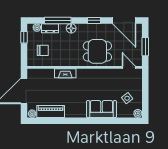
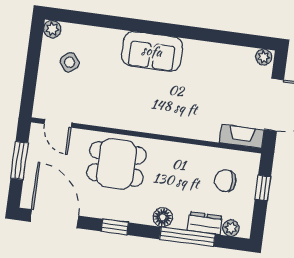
window: (24, 37) -> (263, 188), moved
fireplace: (65, 73) -> (242, 136), moved
sofa: (102, 109) -> (152, 51), moved
piano: (51, 111) -> (226, 56), removed

